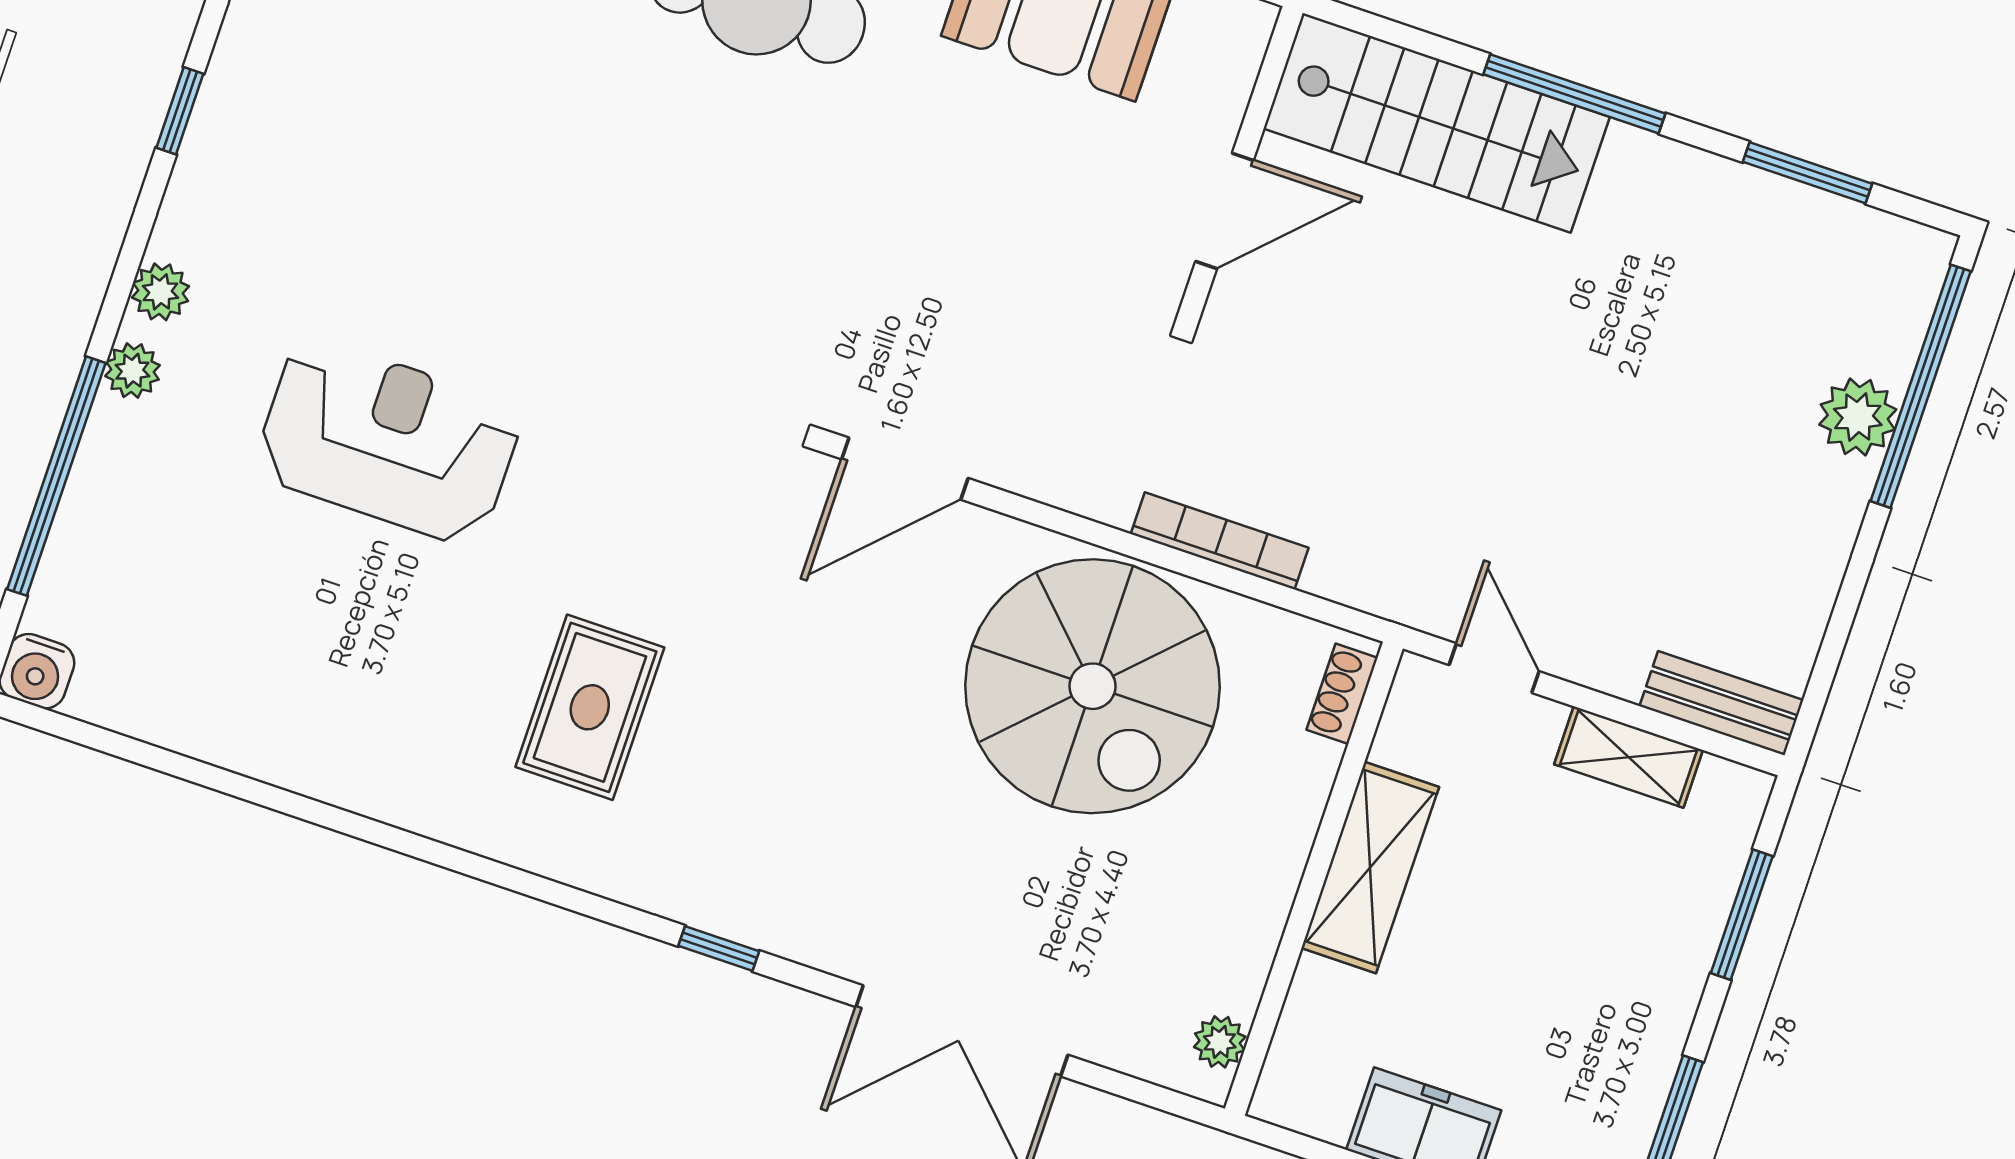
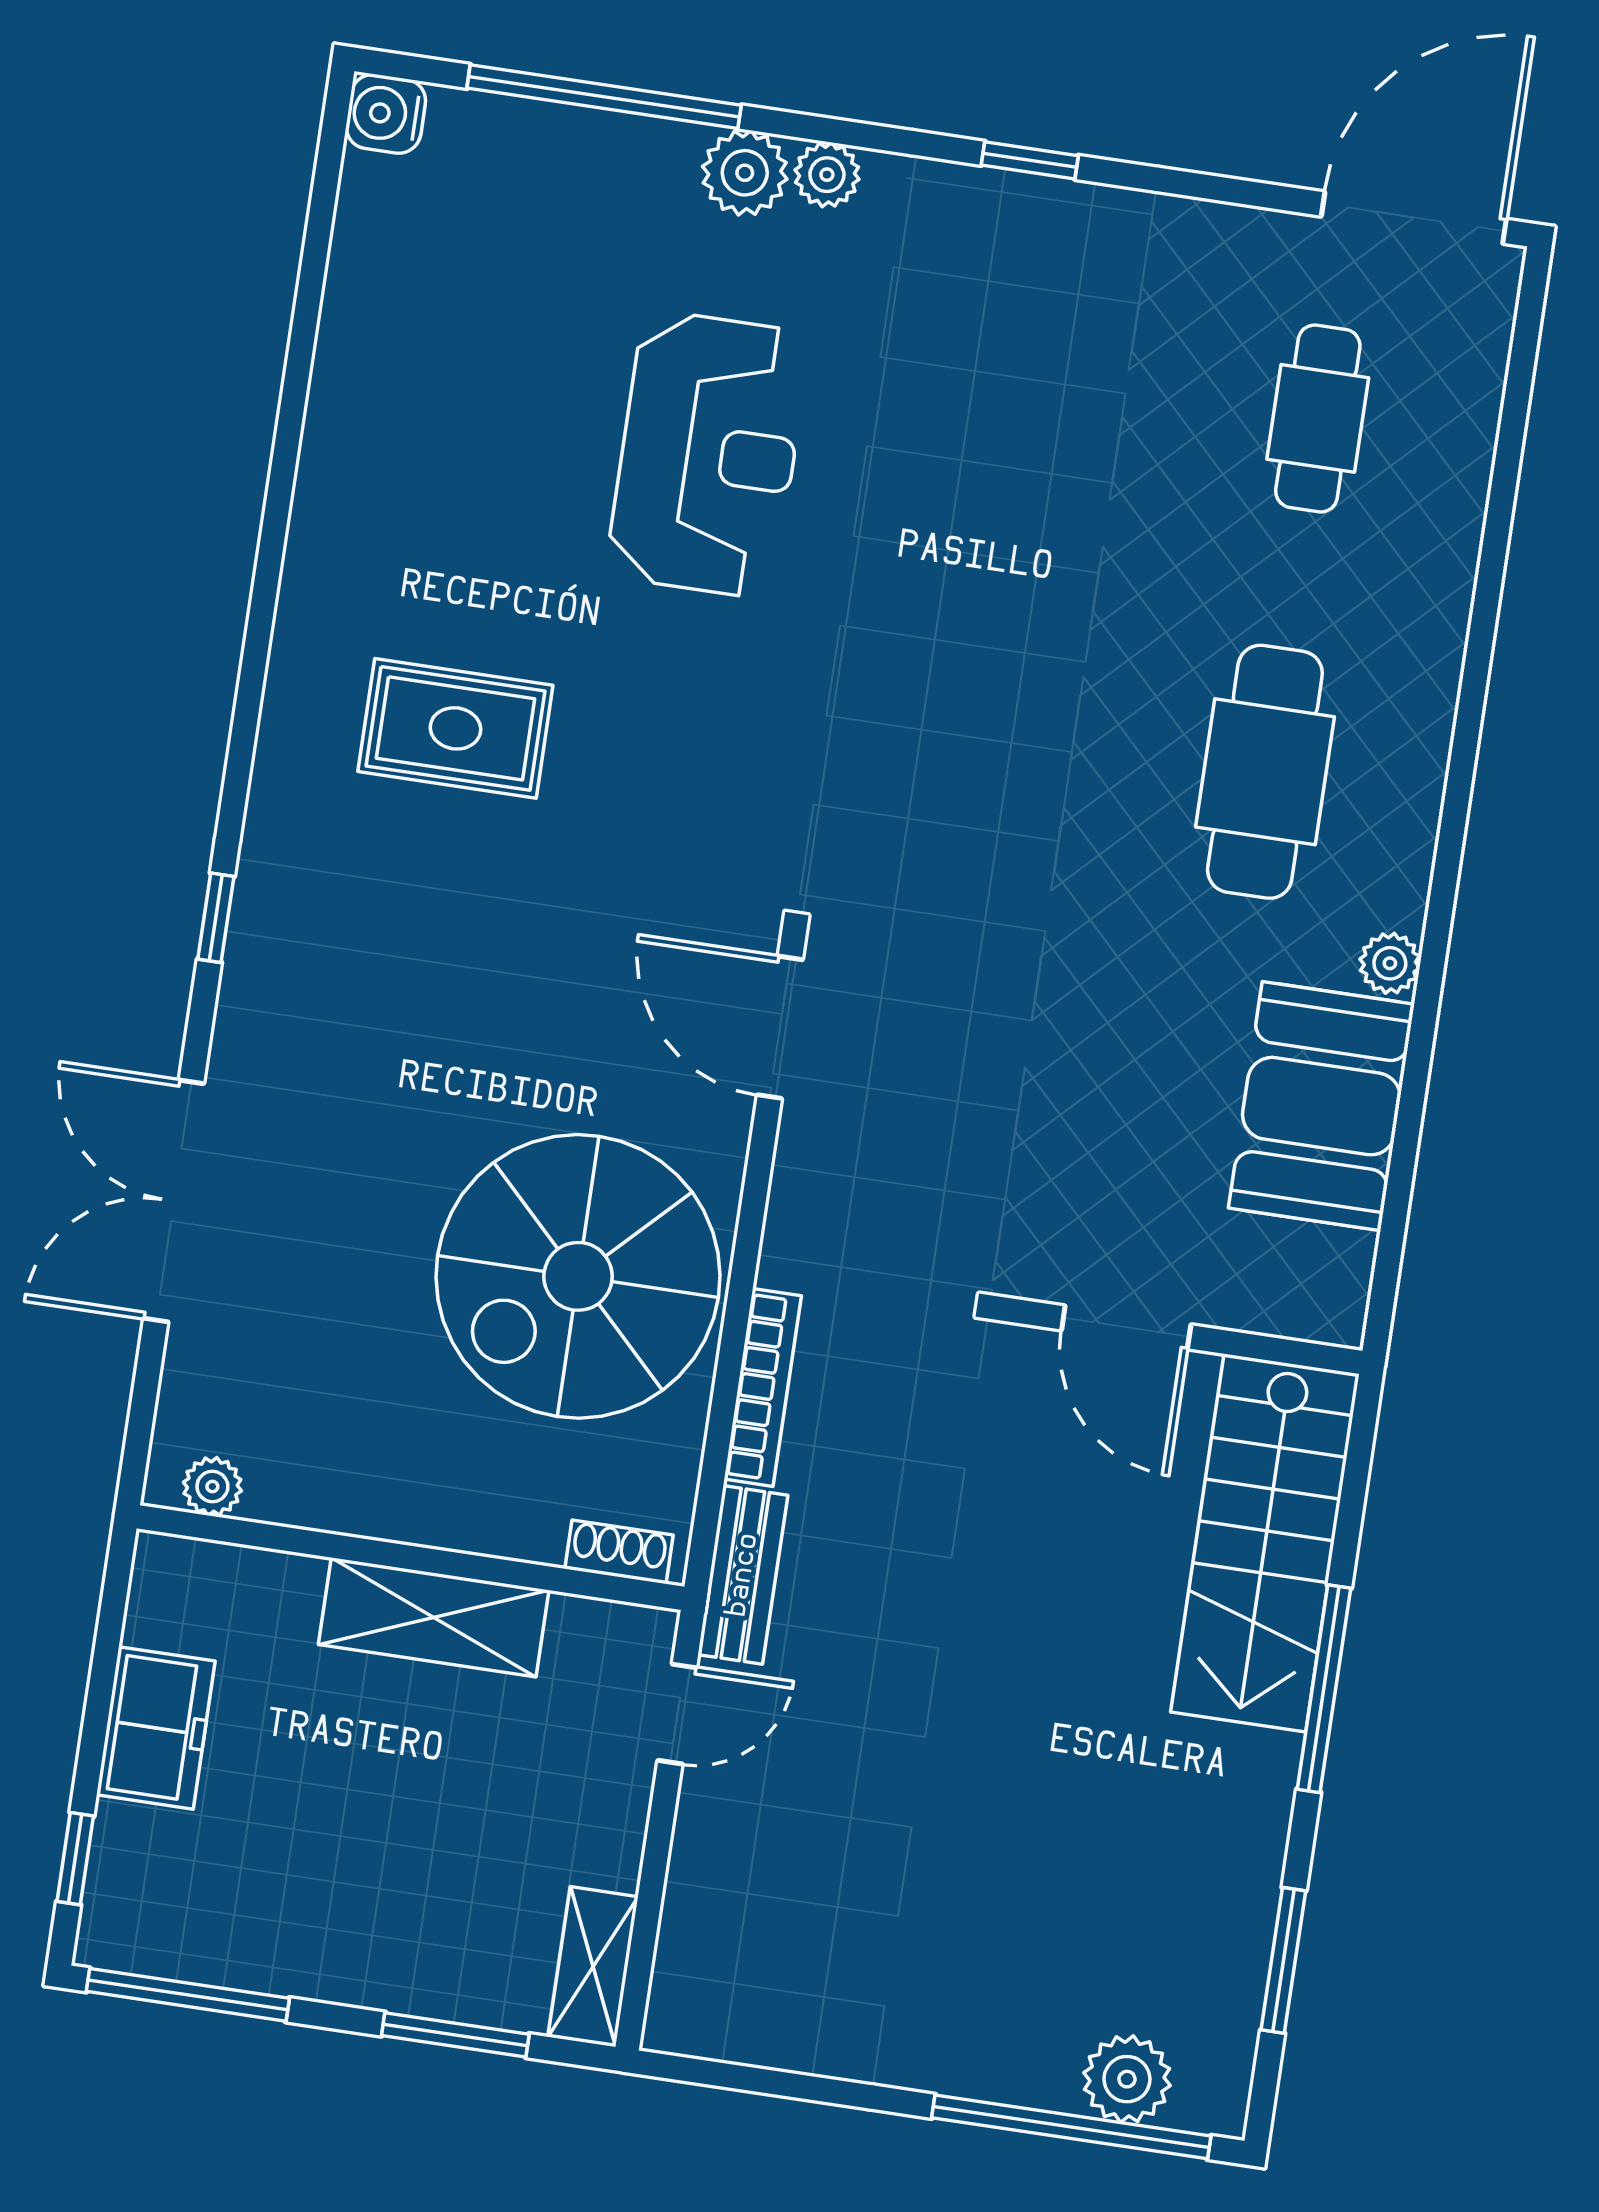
plant: (132, 371) -> (745, 173), width x1.38, depth x1.38
plant: (1858, 417) -> (1127, 2079), moved
bench: (1721, 703) -> (743, 1575), moved
shelving: (1629, 757) -> (593, 1967), moved

